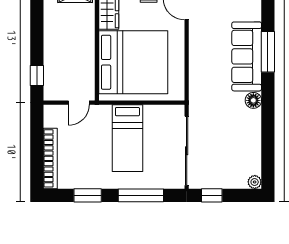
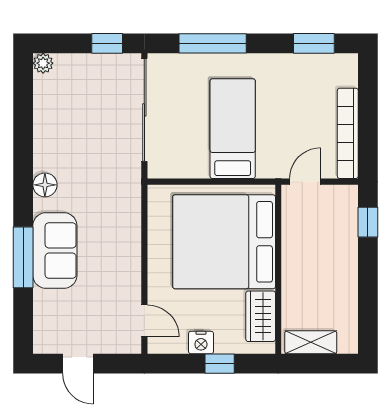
sofa: (247, 56) -> (55, 251), width x0.73
bookcase: (50, 158) -> (348, 133), moved
window: (88, 195) -> (314, 43), moved

